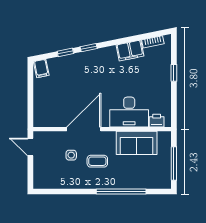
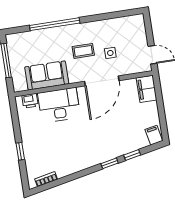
filing cabinet: (130, 51) -> (146, 89), moved, turned -79

